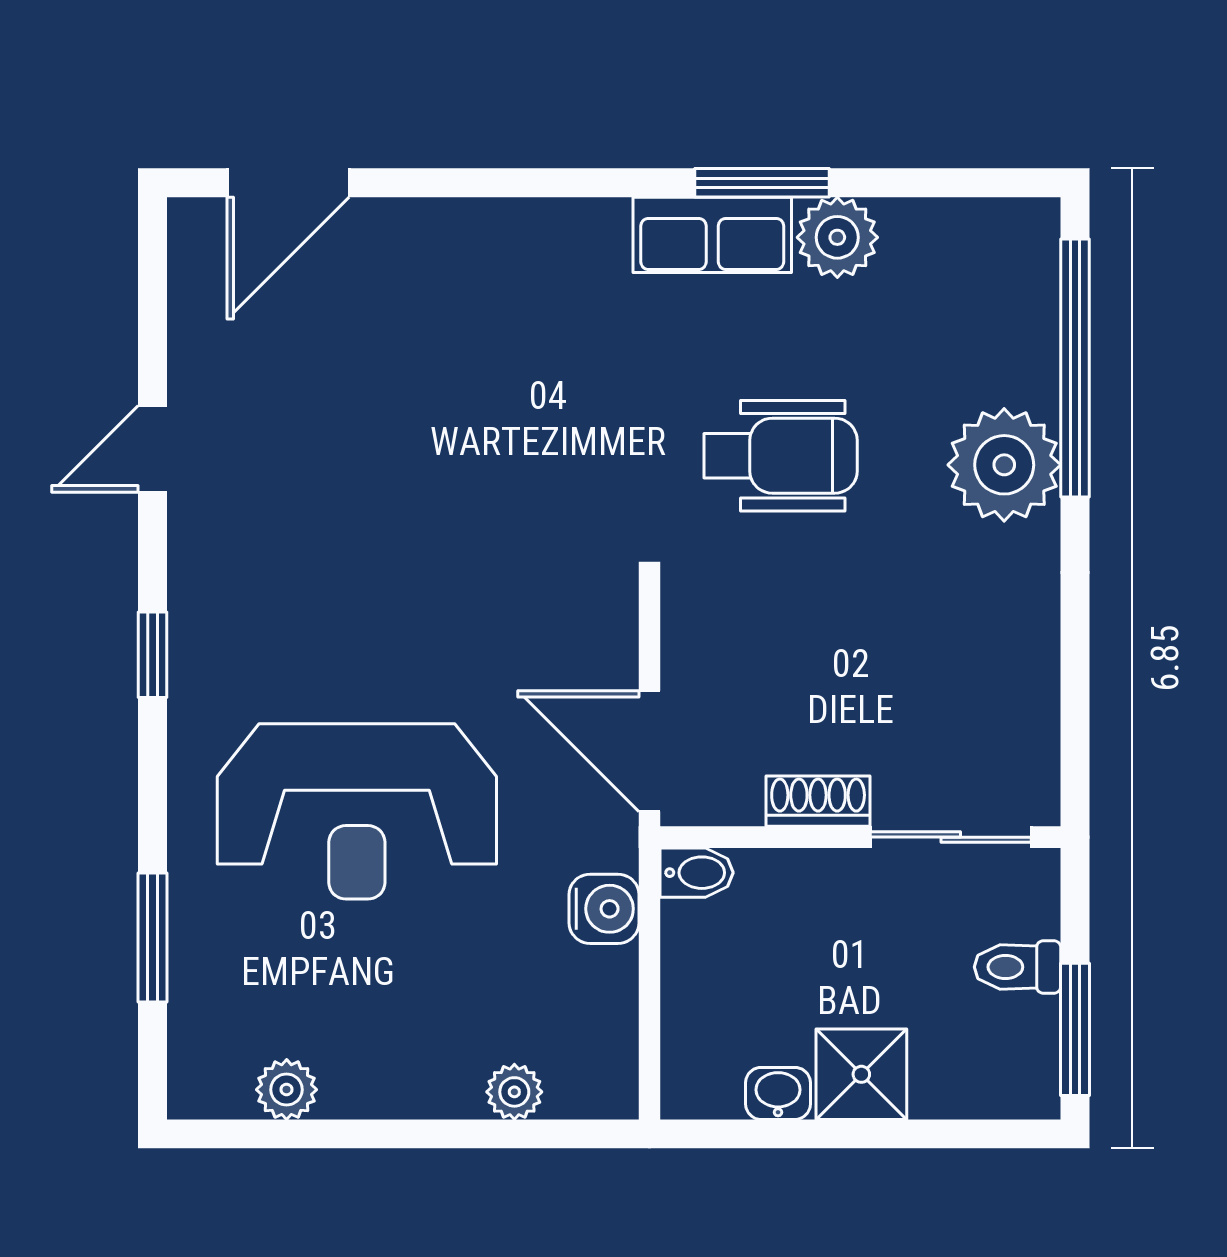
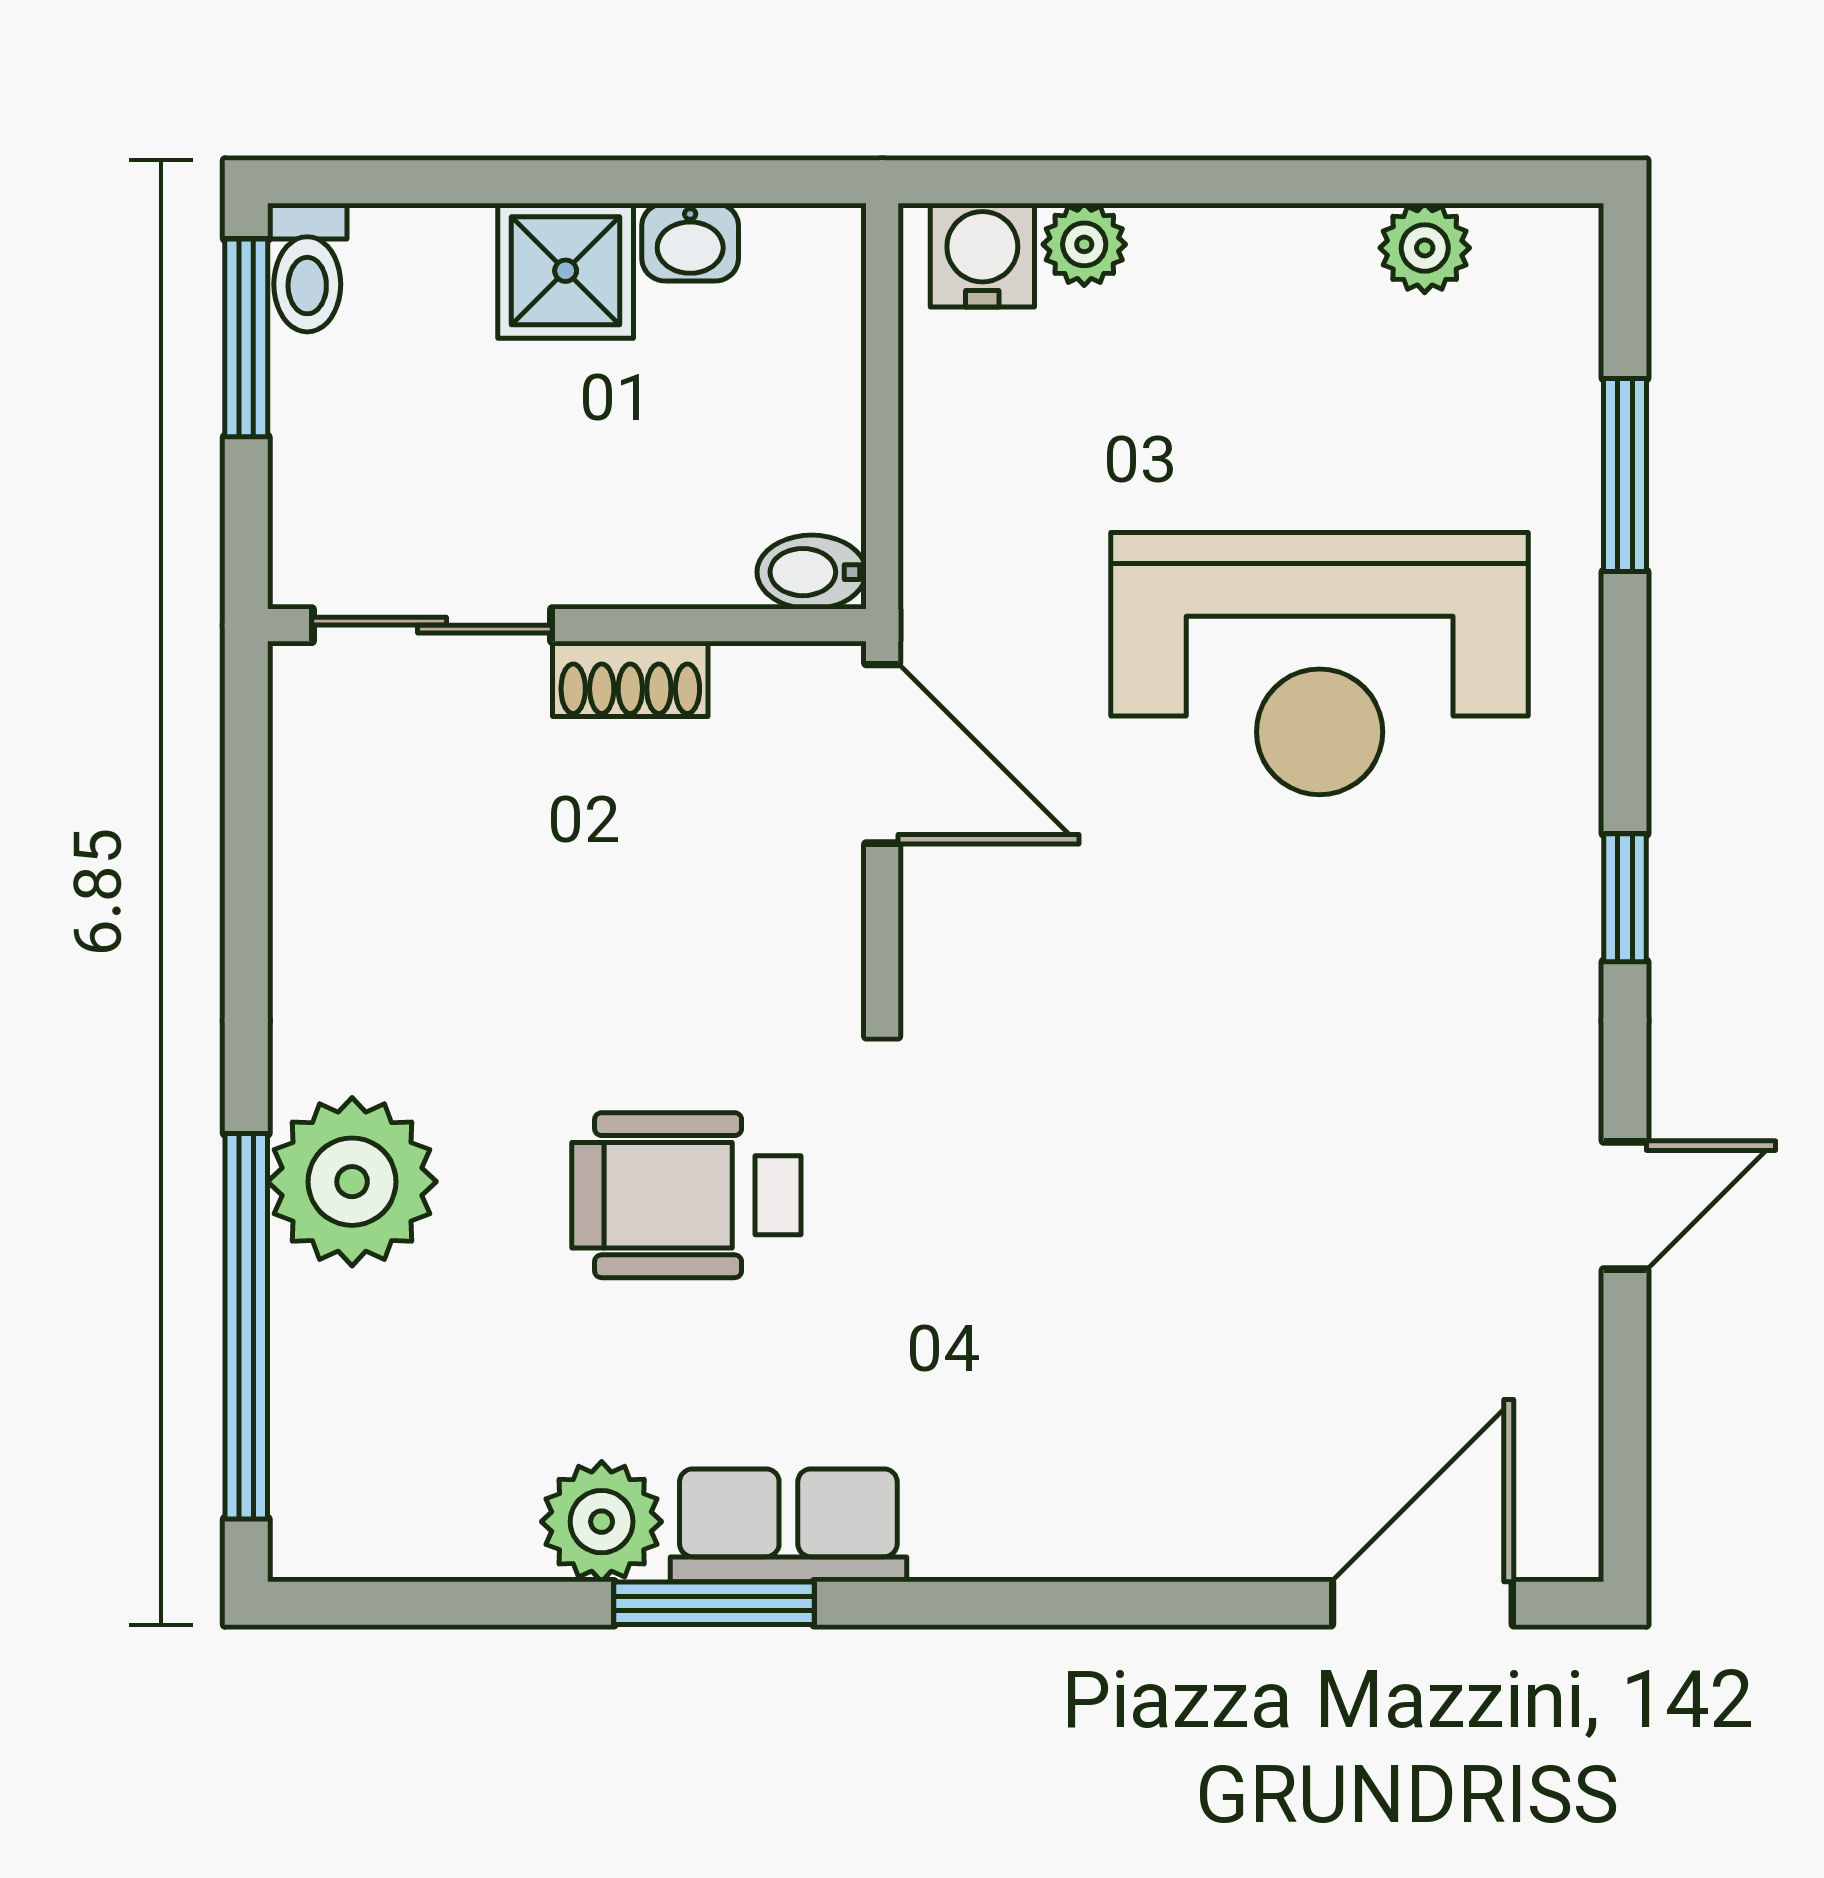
reception desk: (357, 811) -> (1320, 664), turned 180
water cooler: (604, 909) -> (982, 255), moved, turned 90
toilet: (1018, 967) -> (307, 268), moved, turned 90

